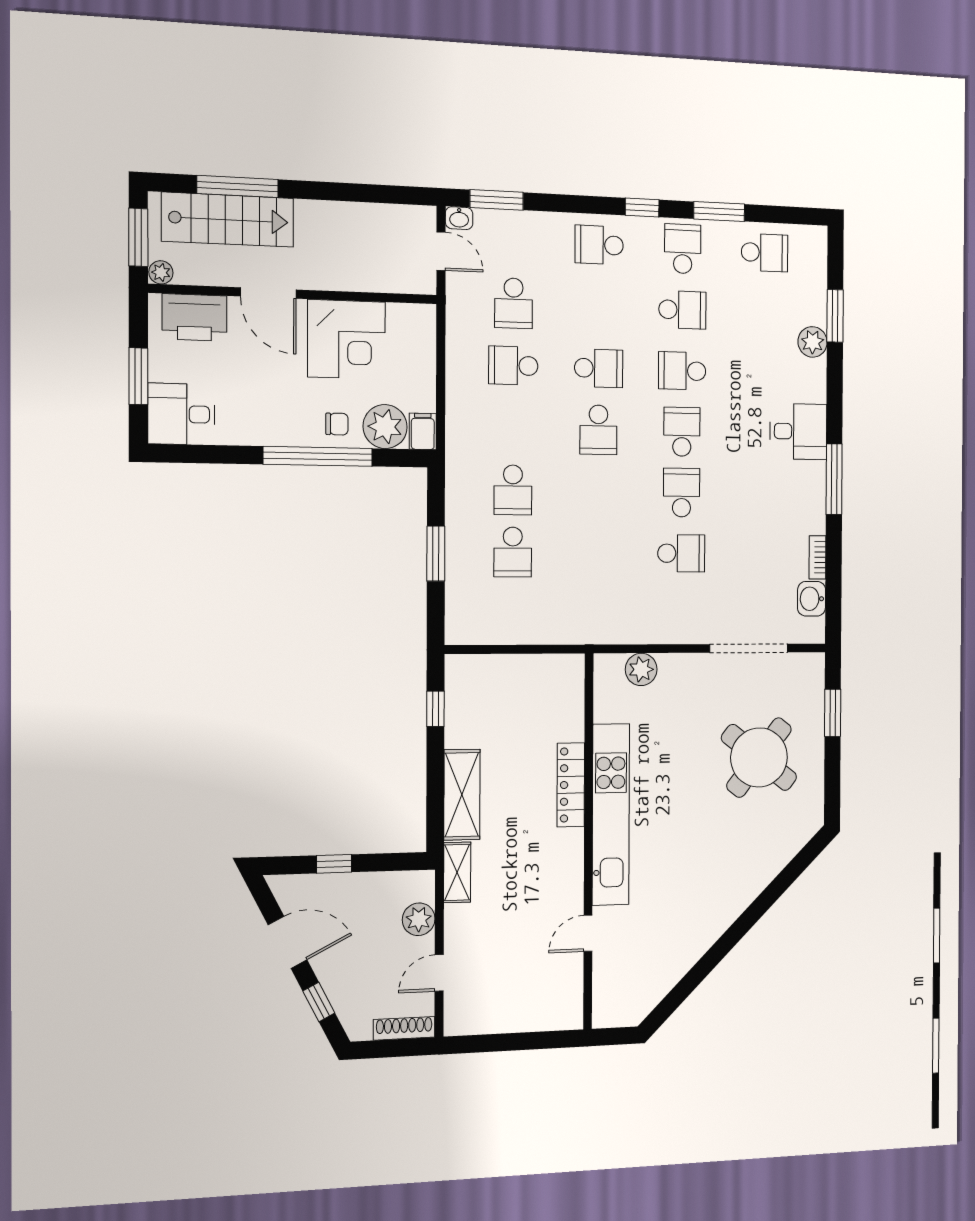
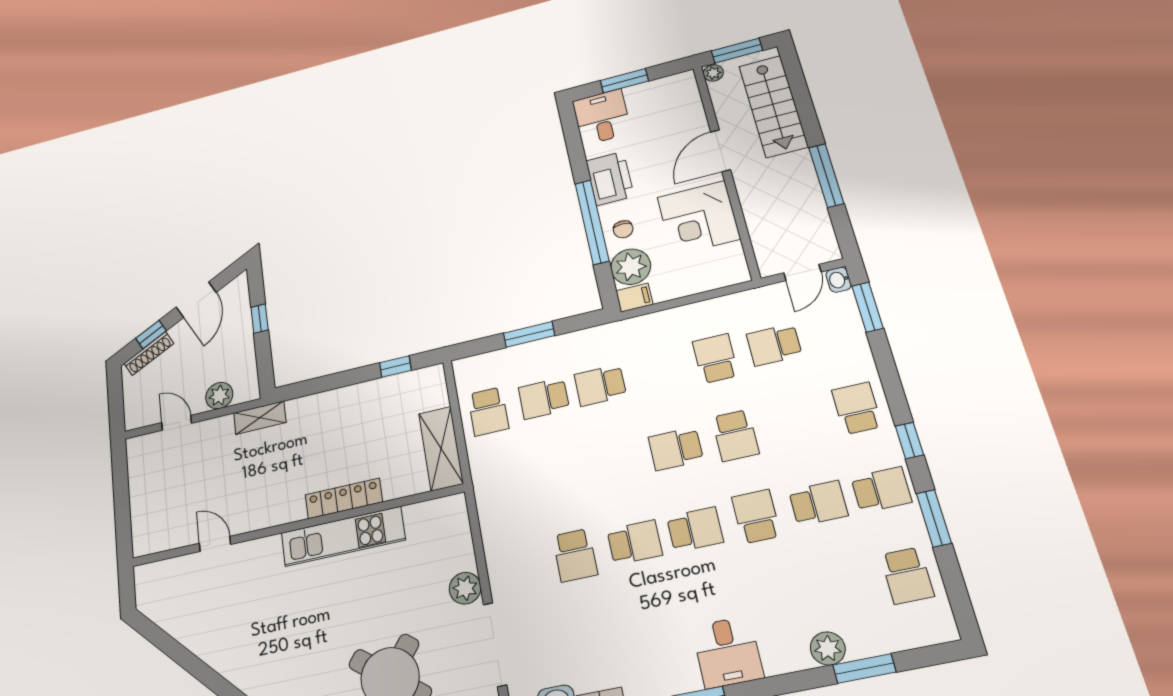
window: (238, 186) -> (826, 176), moved
school desk: (682, 310) -> (818, 503), turned -90
printer: (194, 317) -> (610, 178), moved, turned 180
school desk: (513, 614) -> (488, 411), added
plant: (641, 669) -> (465, 588), moved
shelving: (462, 795) -> (441, 448), moved, turned 90
kitchen unit: (611, 815) -> (343, 536), width x0.73
shoe rack: (404, 1028) -> (149, 353), moved, turned 63

